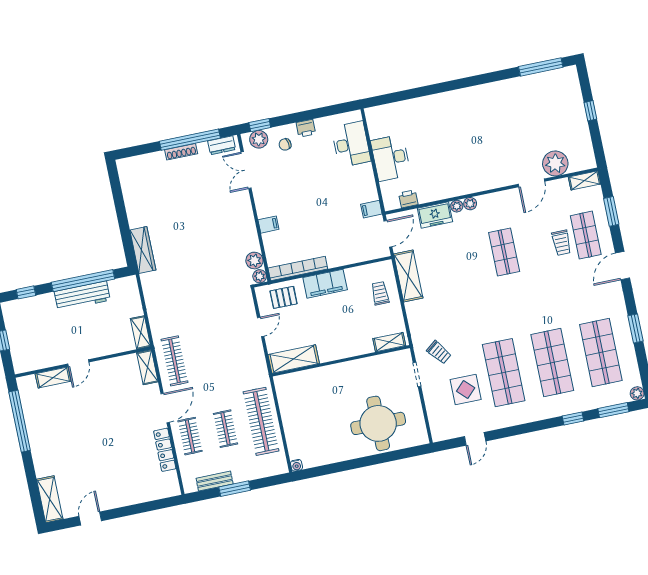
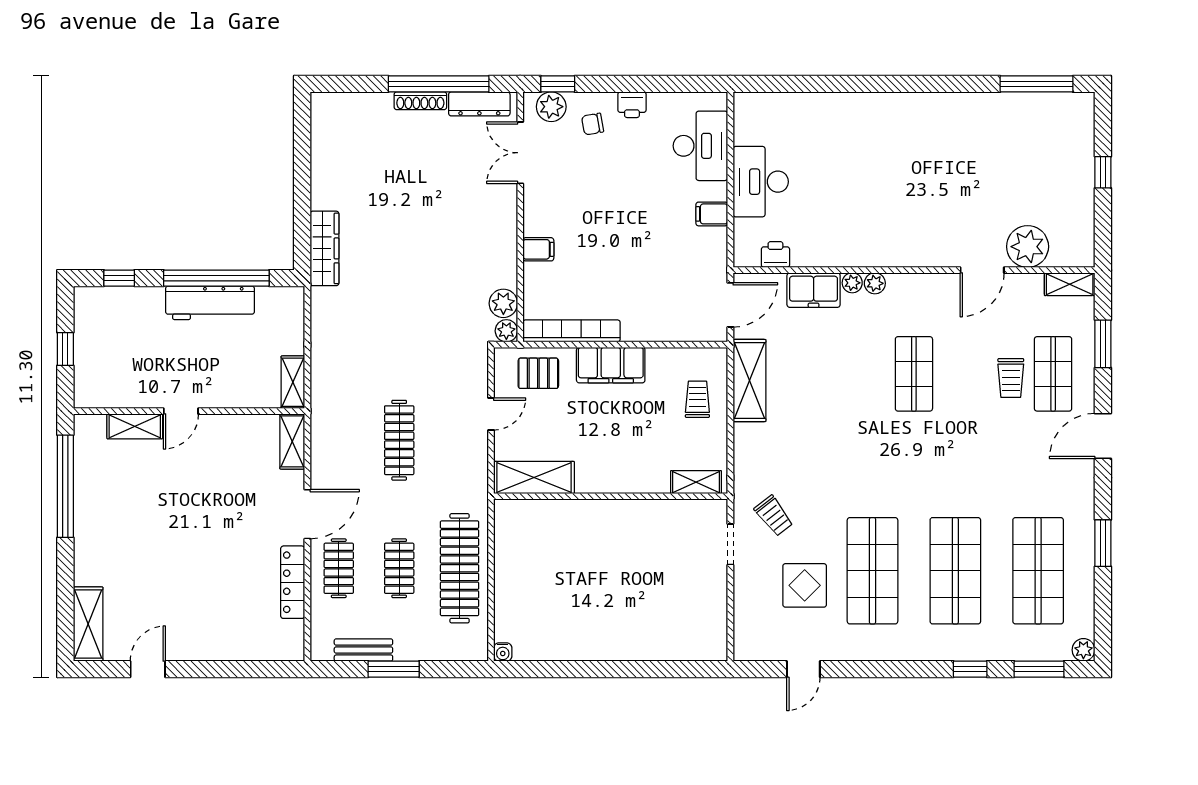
dresser: (222, 145) -> (479, 104), width x1.44
filing cabinet: (371, 209) -> (712, 214), moved
clothes rail: (174, 361) -> (399, 440), moved
round table: (378, 423) -> (650, 611), removed

